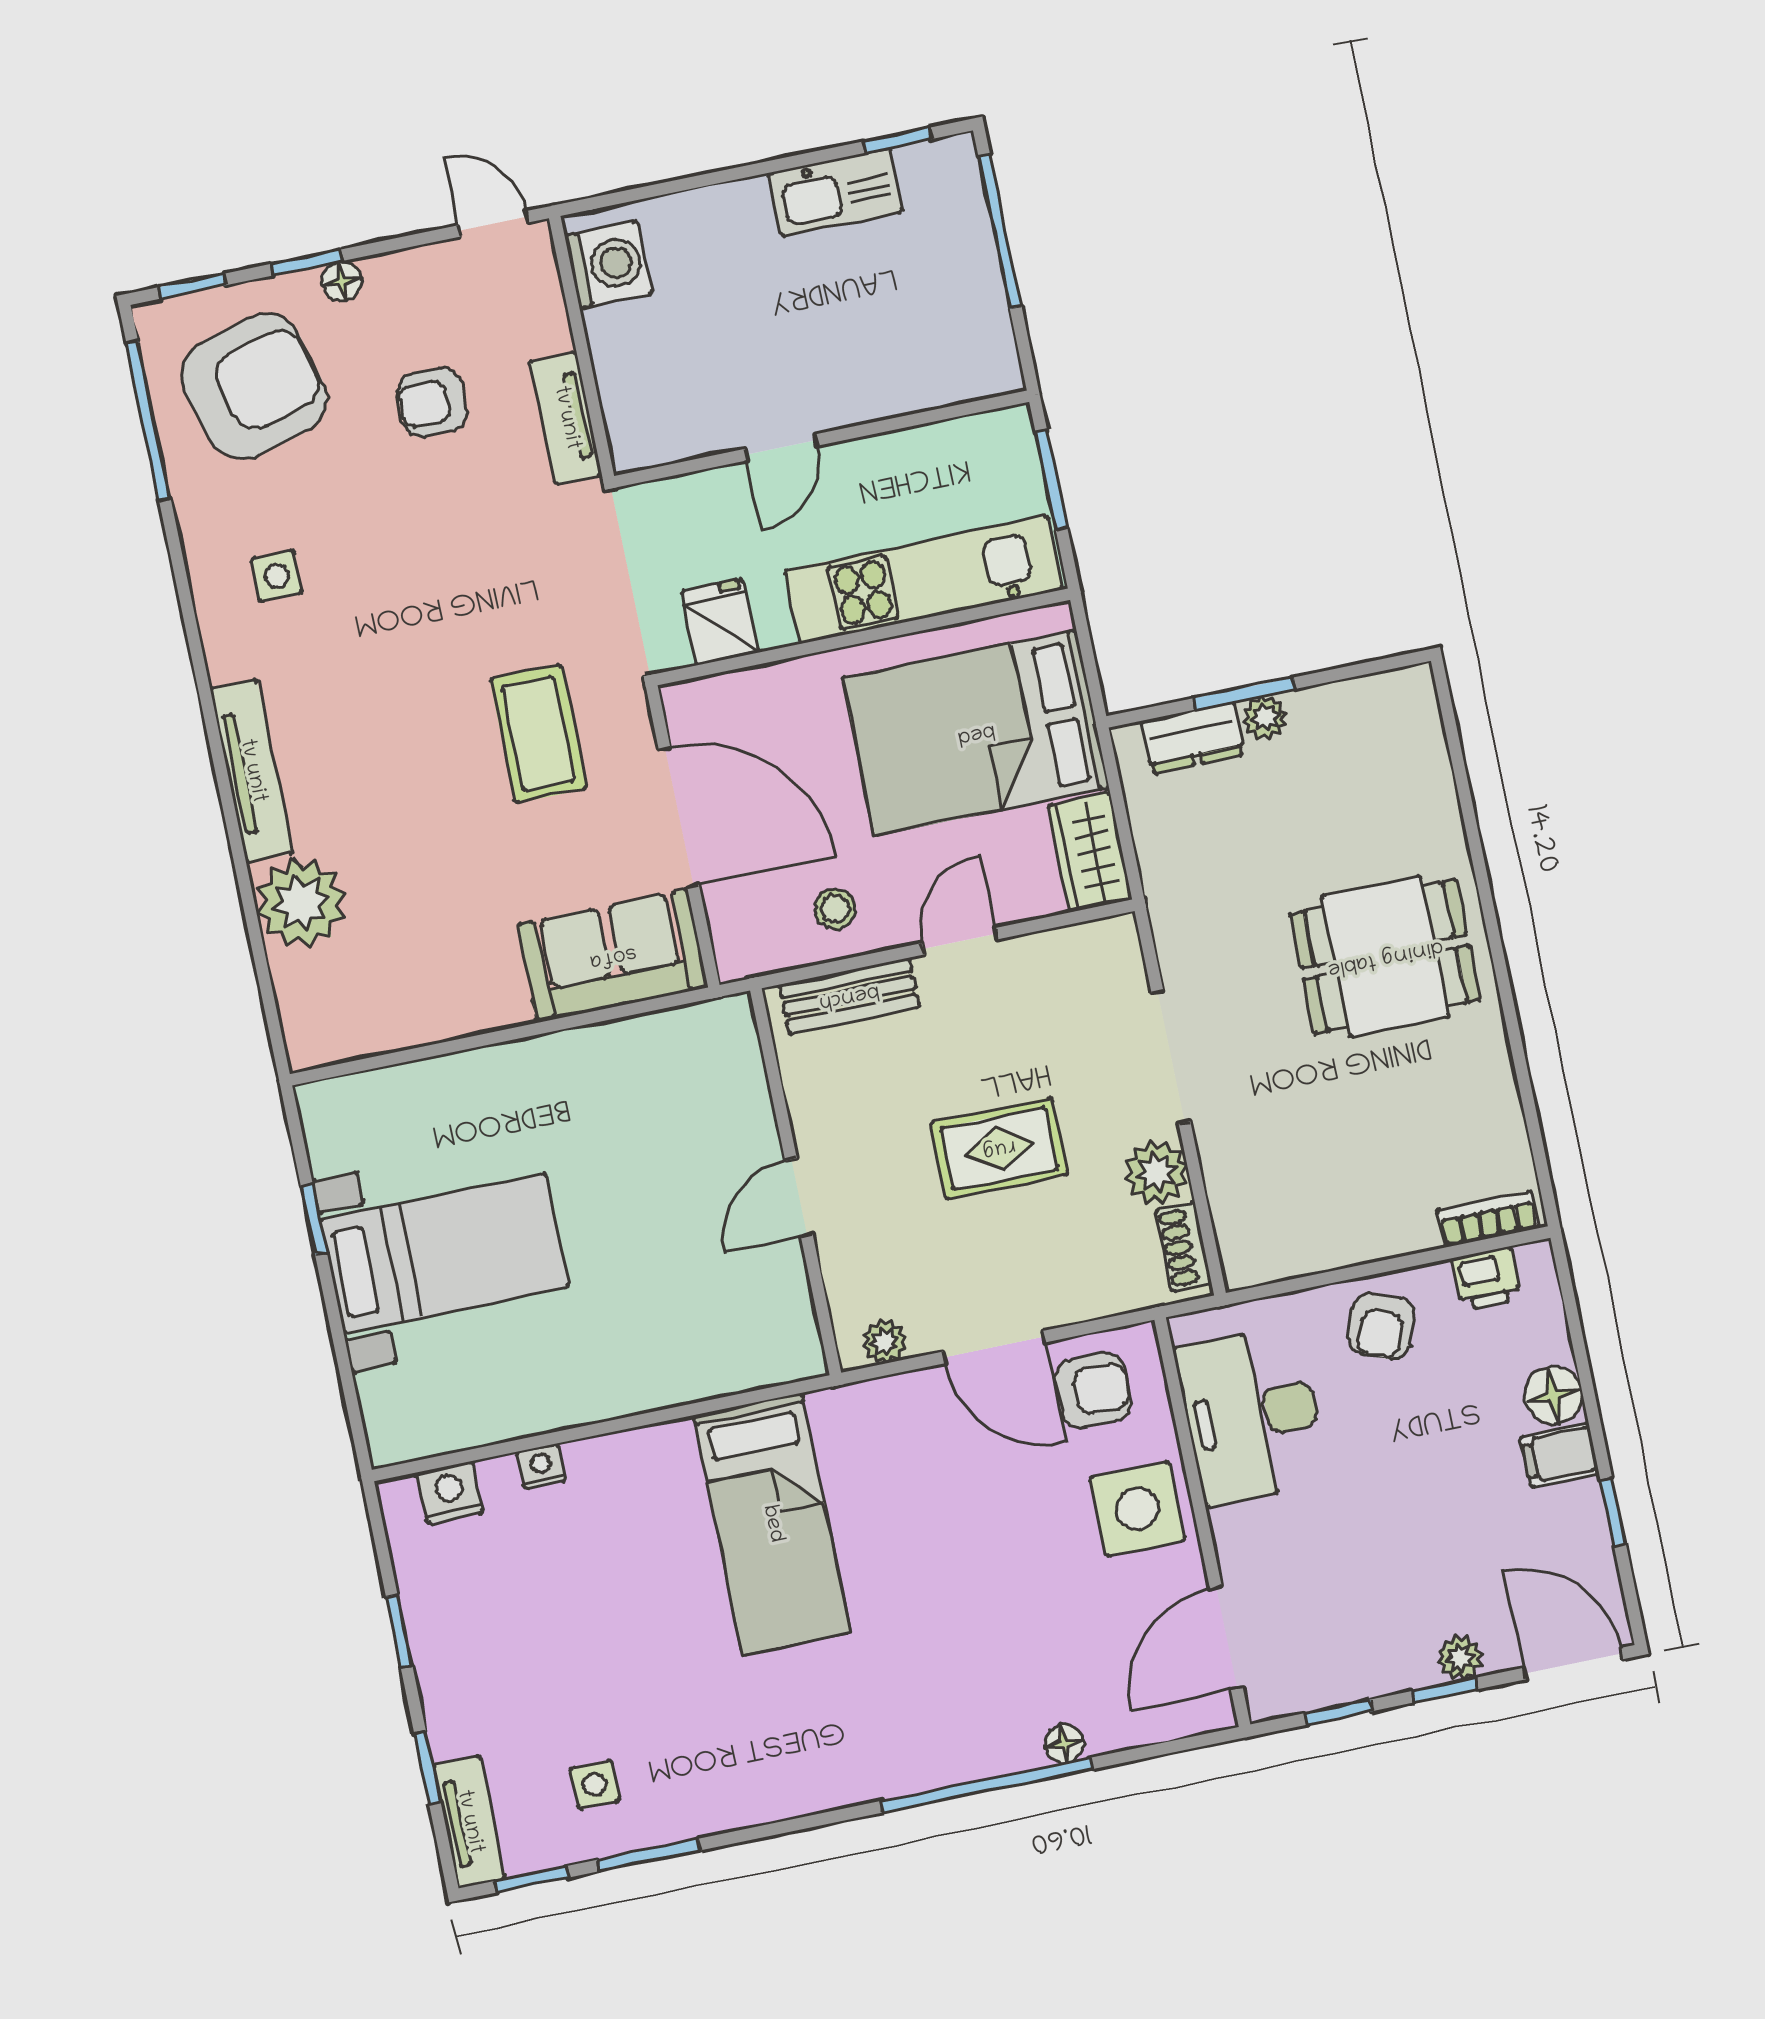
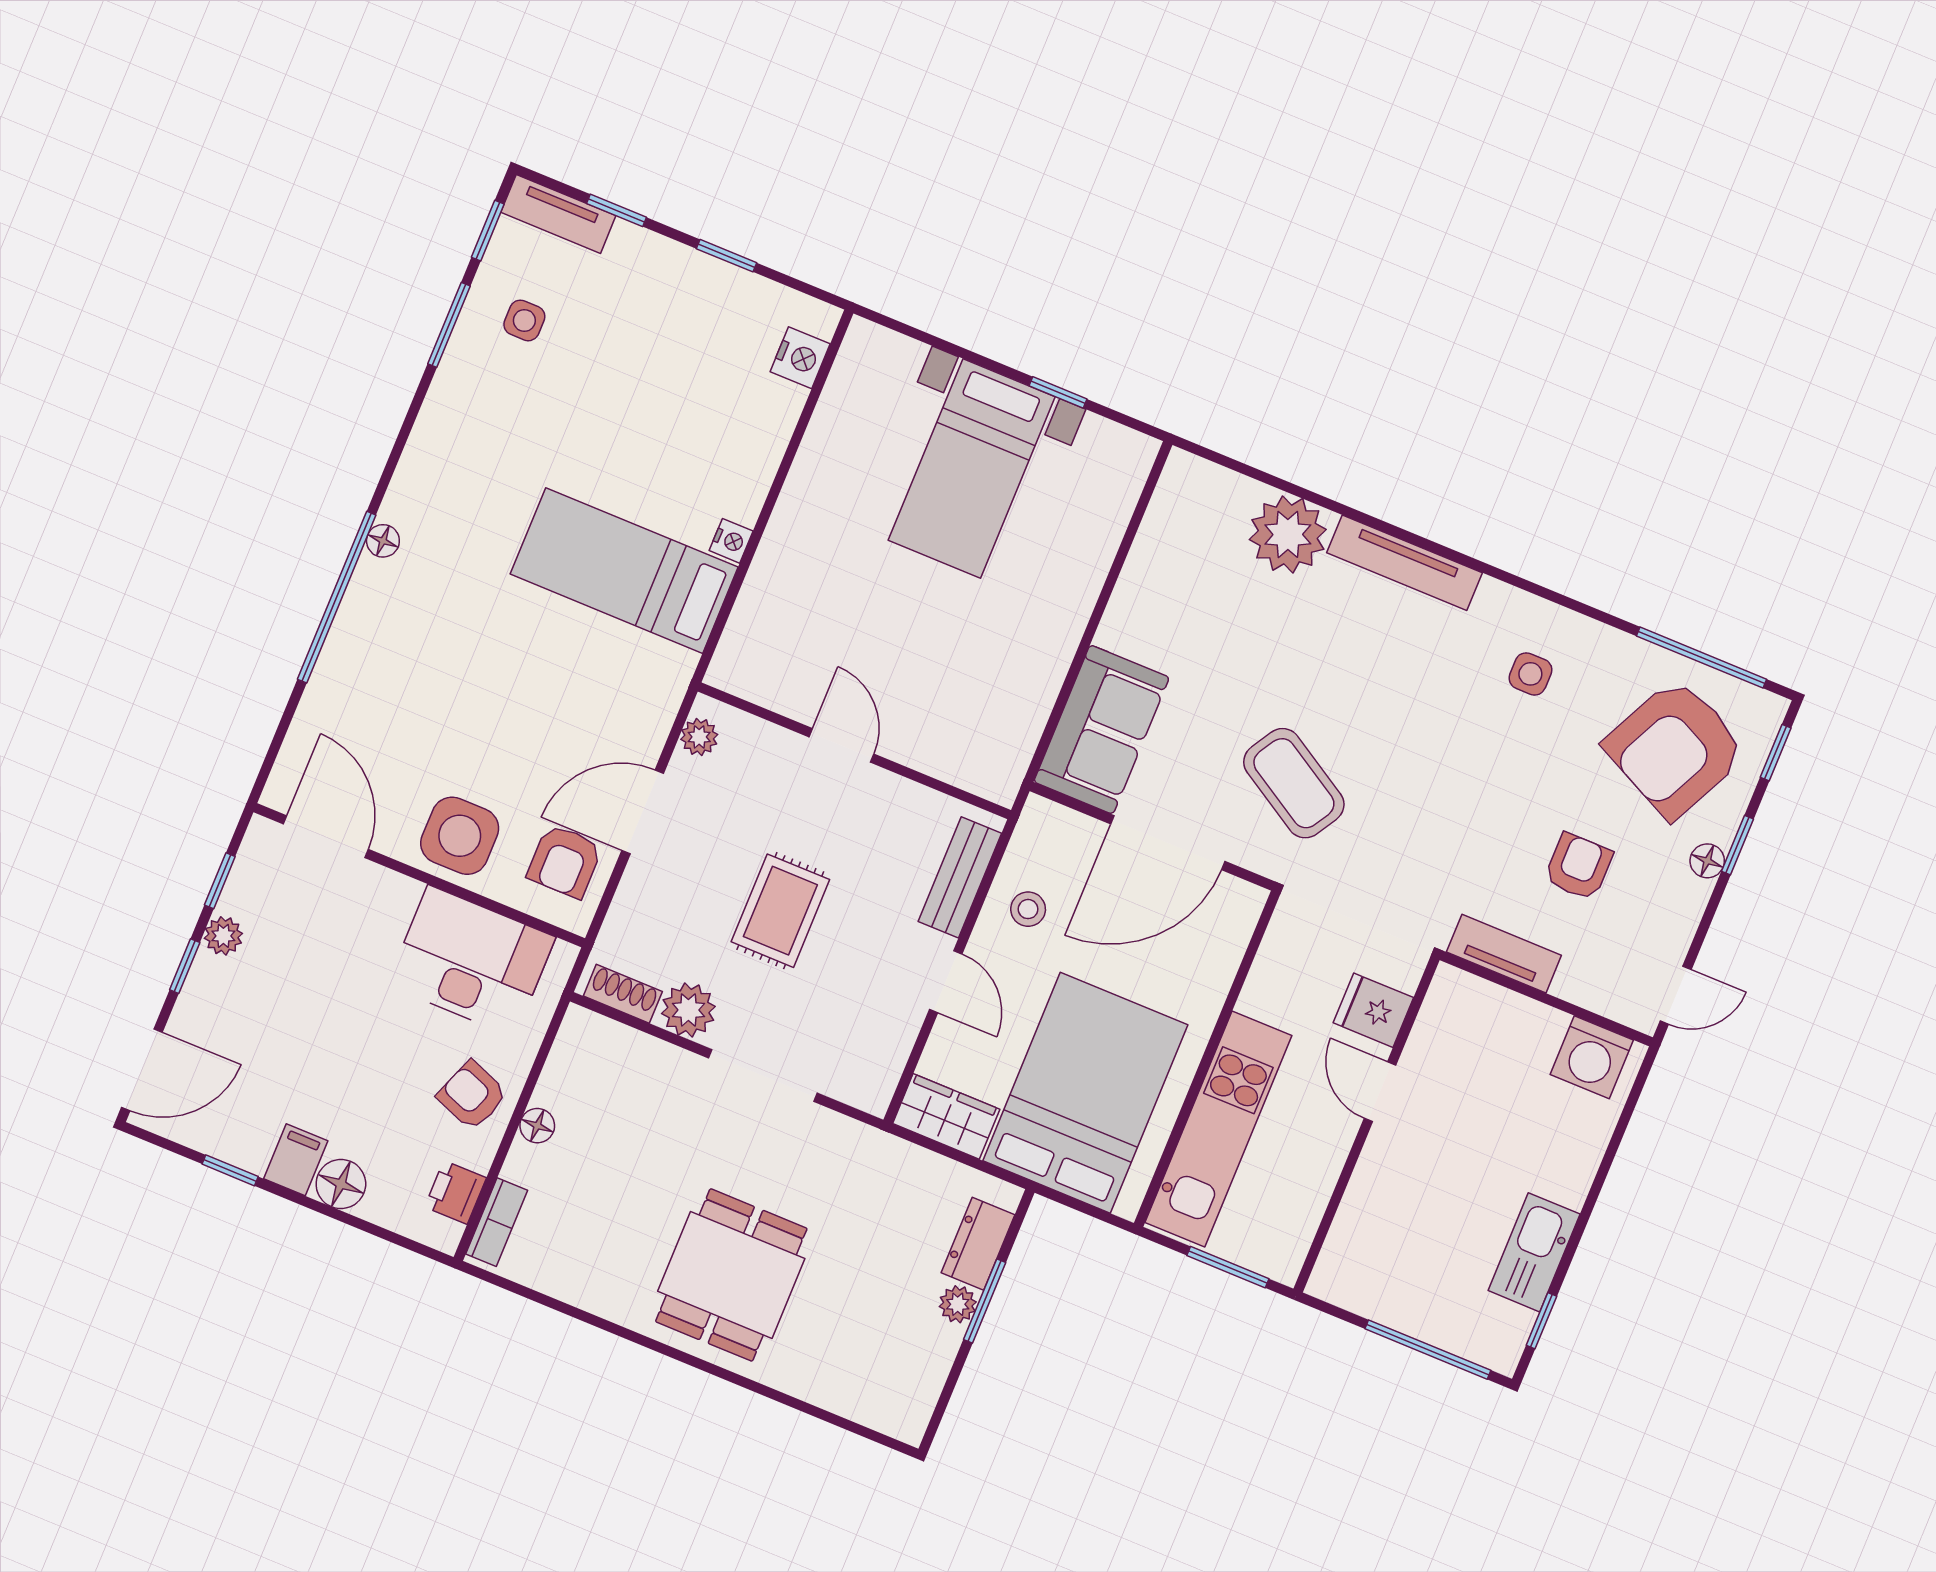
armchair: (254, 387) -> (1675, 748), turned 41
fridge: (720, 622) -> (1373, 1010), moved, turned 180
coffee table: (538, 734) -> (1294, 783), turned 31
floor lamp: (1368, 1243) -> (537, 1126), added
nightstand: (541, 1466) -> (731, 541), moved
plant: (1460, 1658) -> (223, 936), moved
floor lamp: (1064, 1743) -> (383, 541), moved

